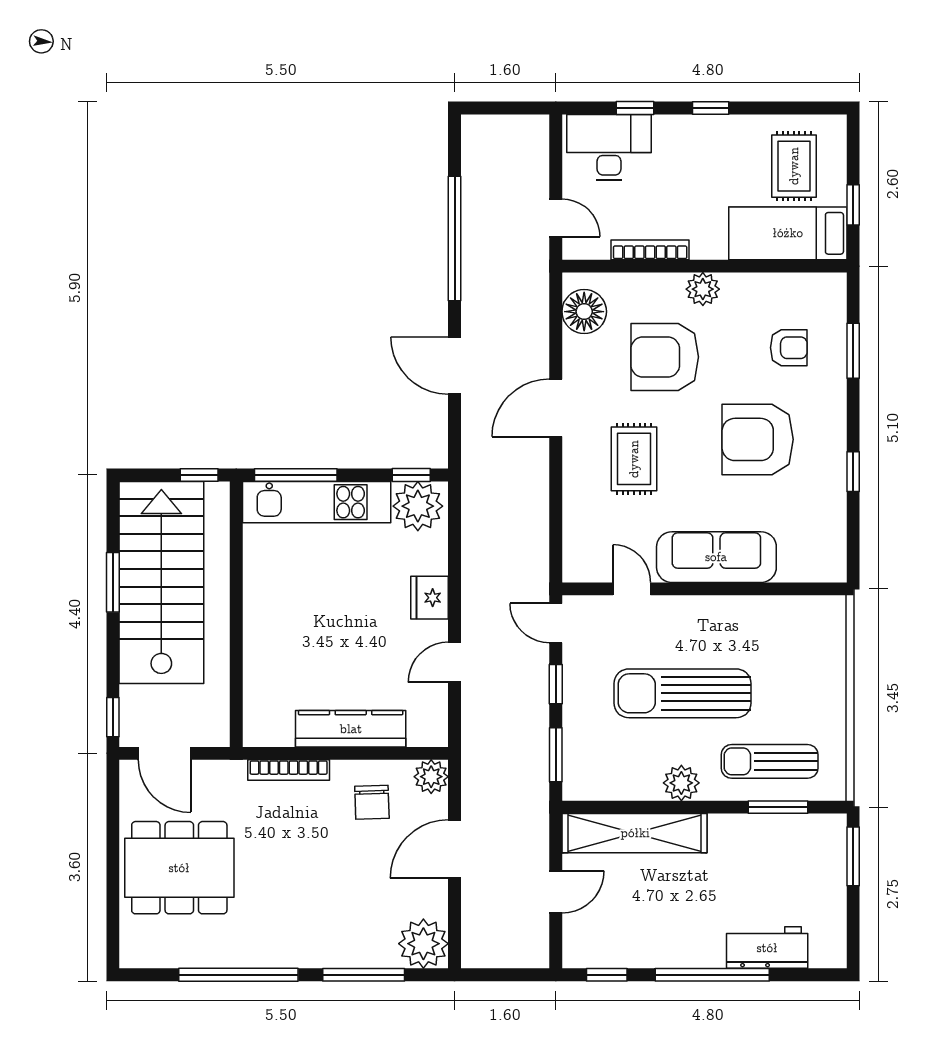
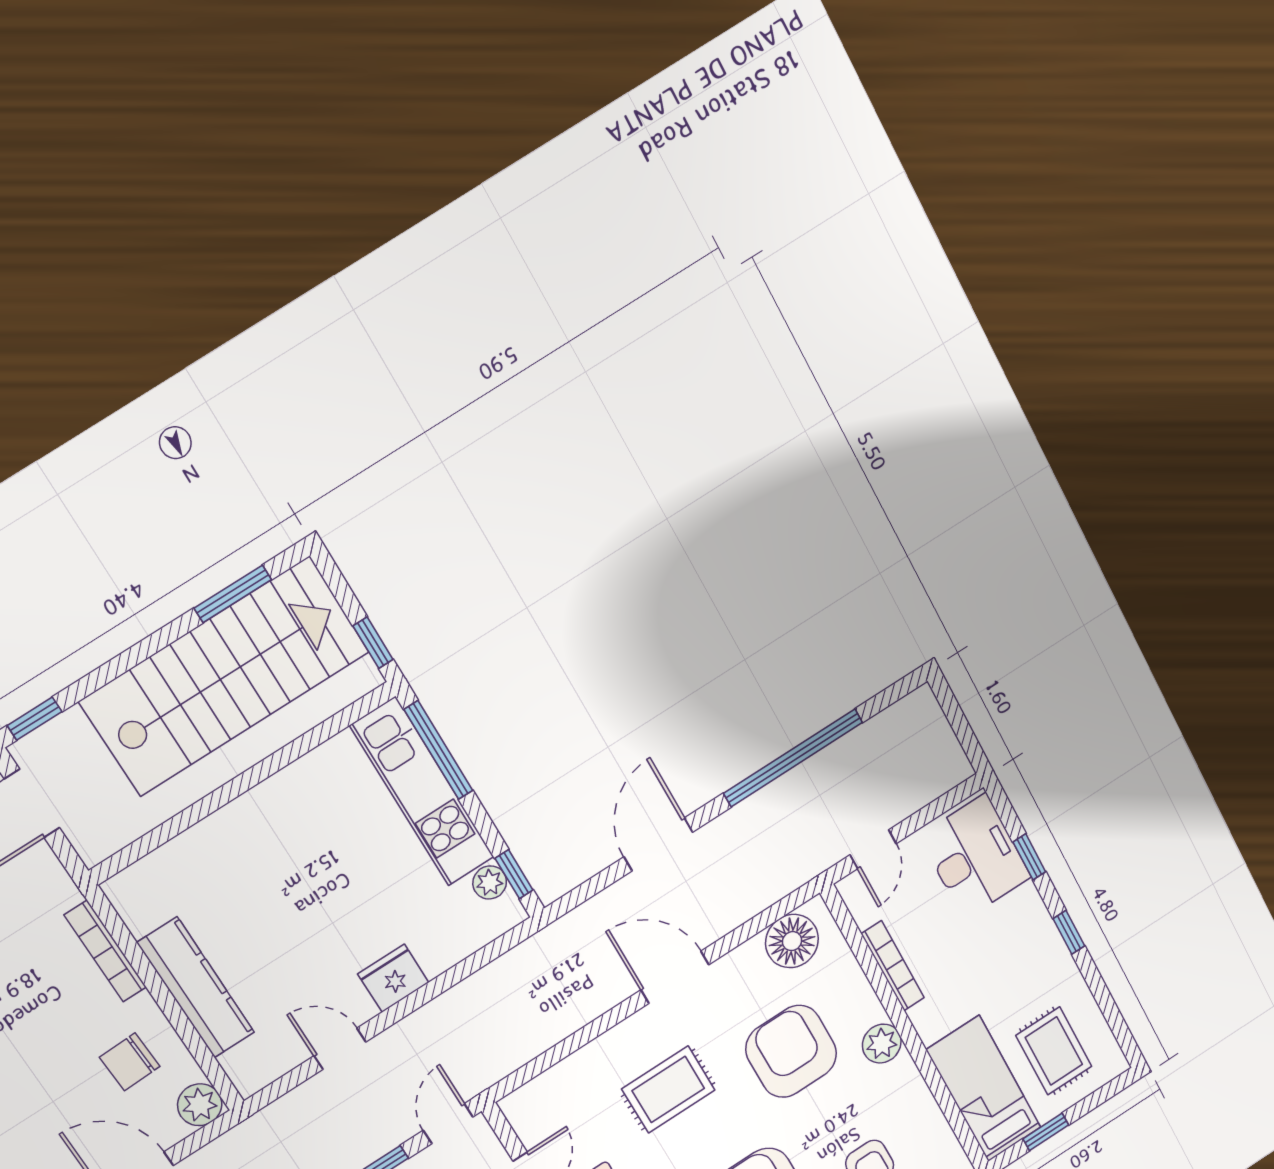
rug: (794, 166) -> (1054, 1051), turned 90
plant: (418, 506) -> (490, 882), width x0.53, depth x0.53
window: (113, 582) -> (233, 594), moved

